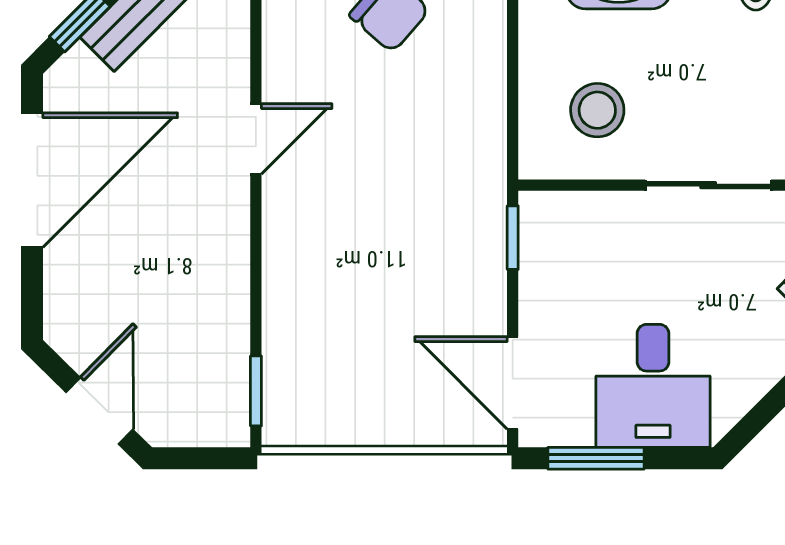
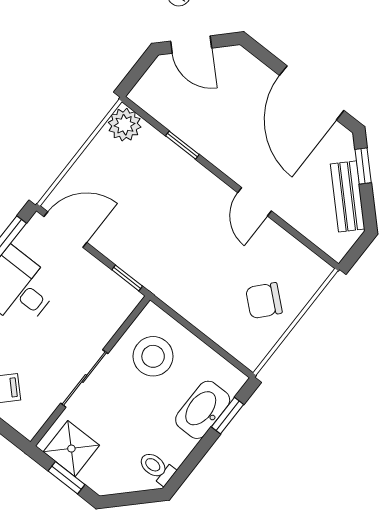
stool: (597, 110) -> (153, 356), width x1.38, depth x1.38
window: (256, 391) -> (182, 145), moved
plant: (292, 416) -> (125, 125), added

